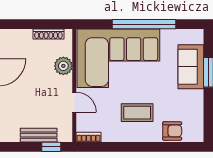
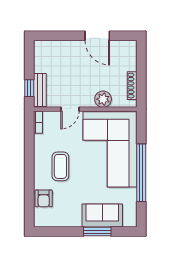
bench: (39, 135) -> (40, 90), moved

